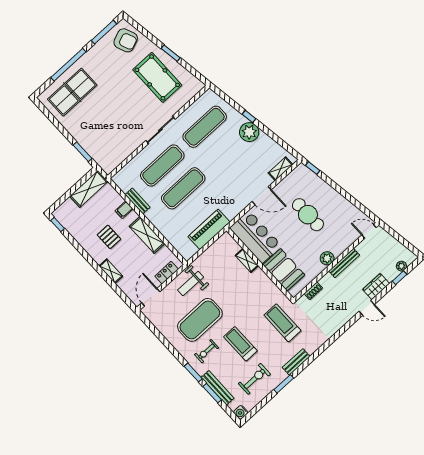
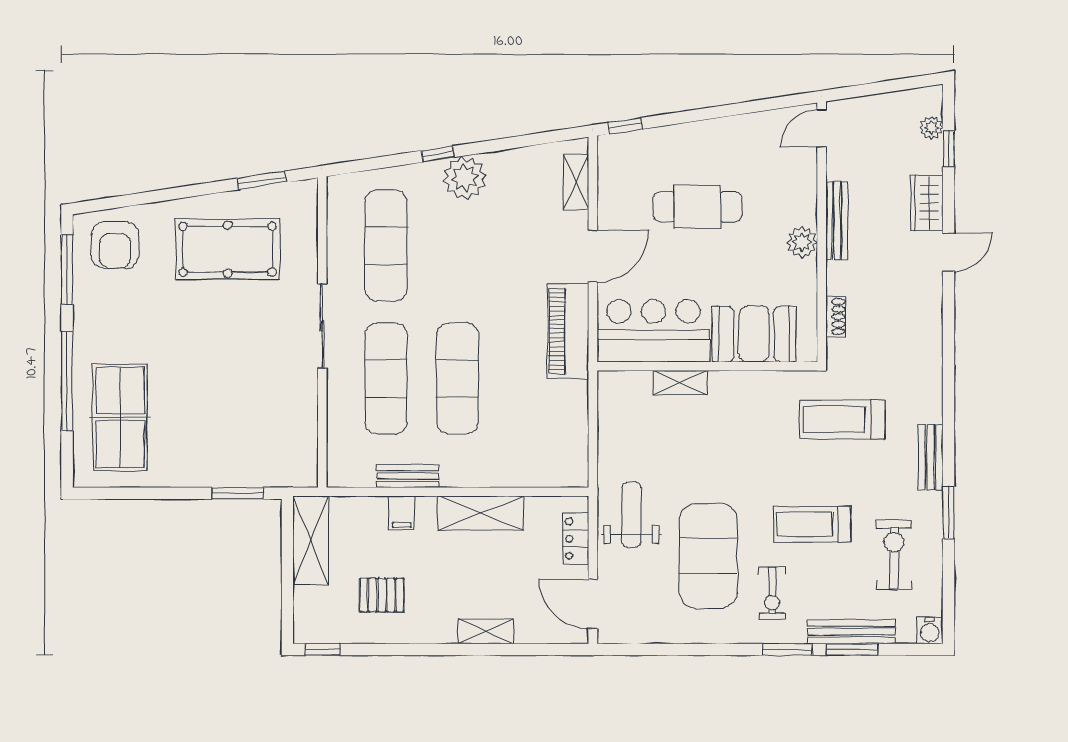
armchair: (126, 40) -> (115, 245), turned 113
window: (171, 53) -> (262, 180), moved
piano: (209, 229) -> (568, 331), moved
pallet: (109, 237) -> (382, 595), moved
weight bench: (191, 284) -> (632, 515), turned 180

